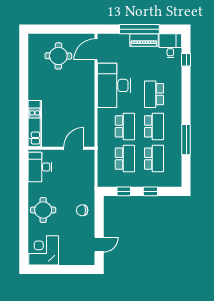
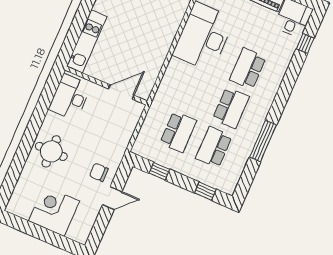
school desk: (125, 126) -> (195, 92), removed
school desk: (154, 159) -> (214, 147), turned 180
window: (150, 191) -> (205, 191), moved
door: (99, 245) -> (112, 198), moved
corner desk: (44, 250) -> (54, 211), moved

